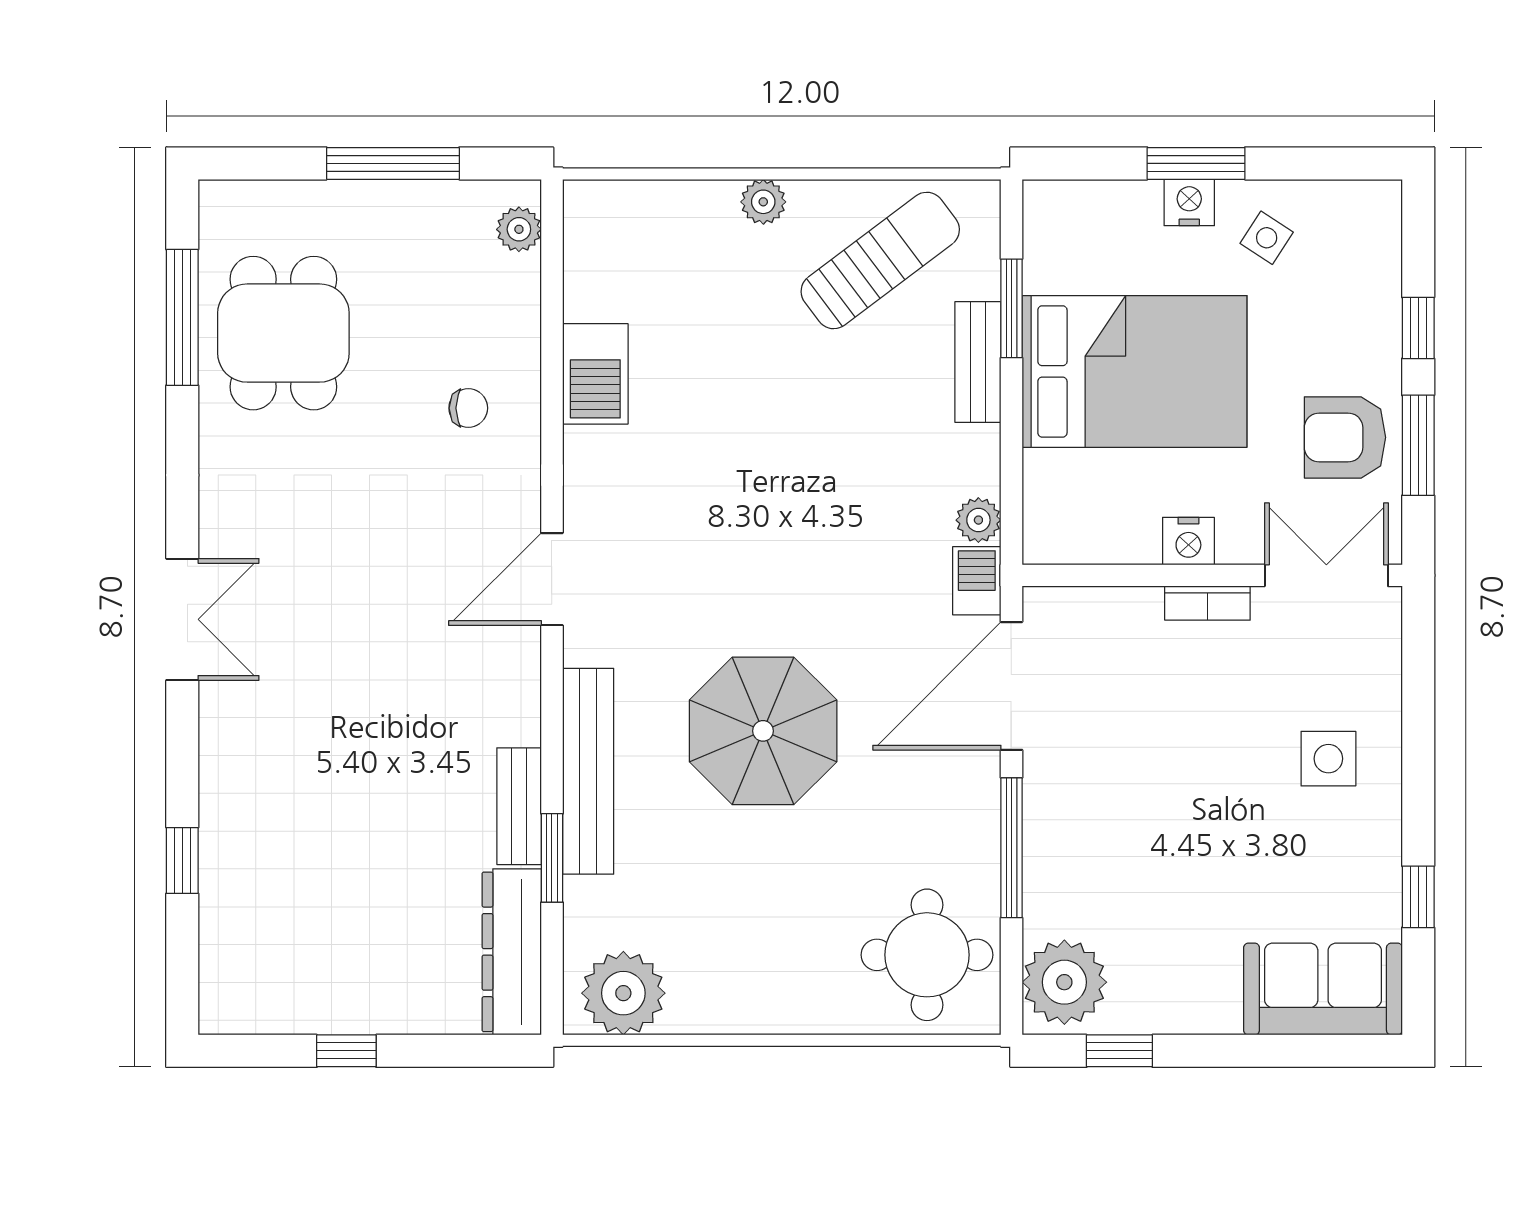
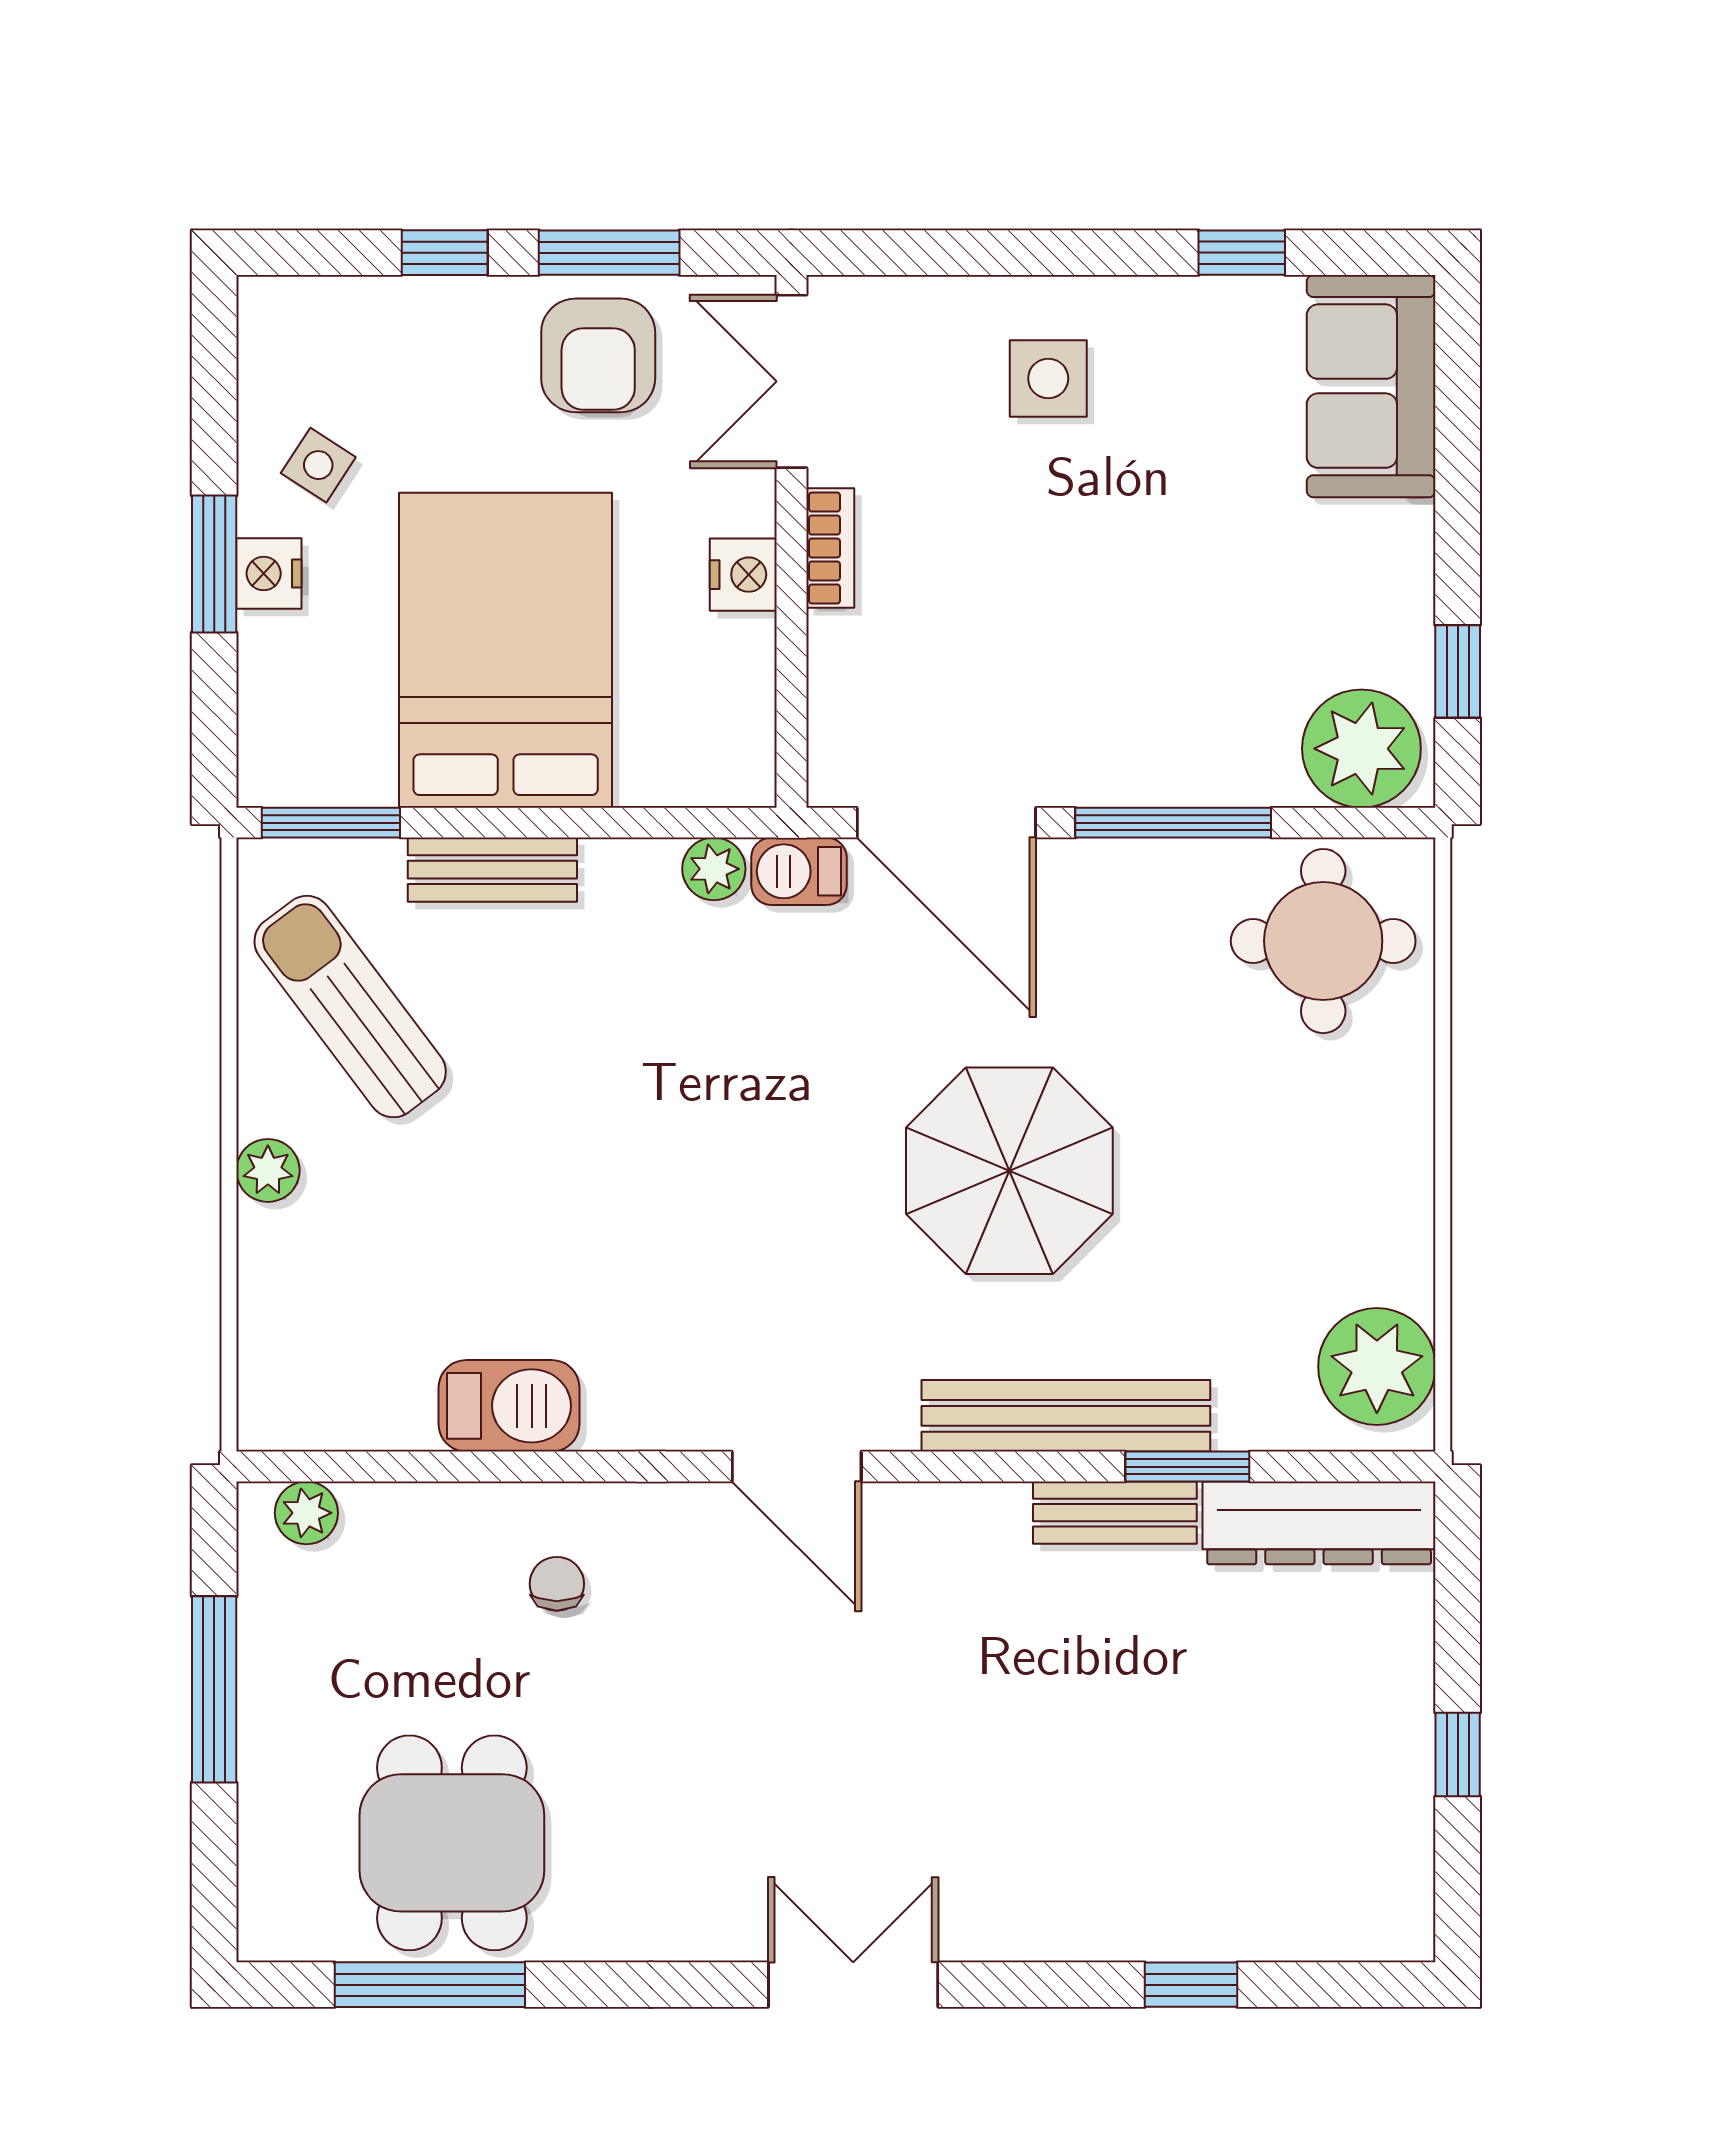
window: (1011, 308) -> (331, 823), moved
dining table: (283, 333) -> (452, 1843), turned 90

